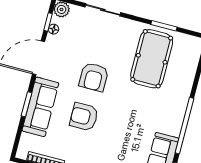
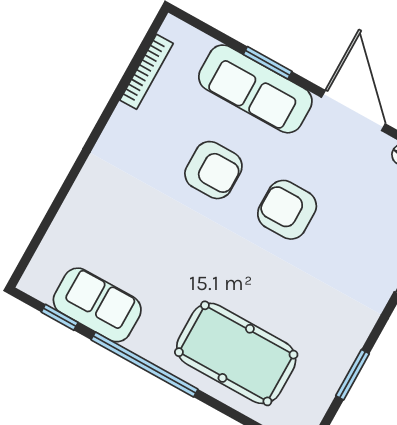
pool table: (152, 59) -> (236, 353), moved
armchair: (84, 117) -> (213, 170), turned 90

